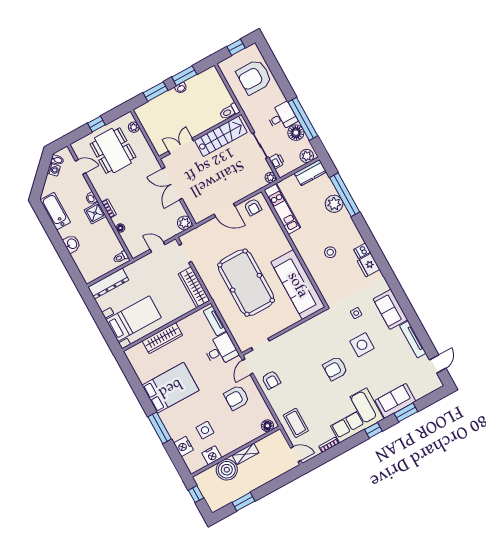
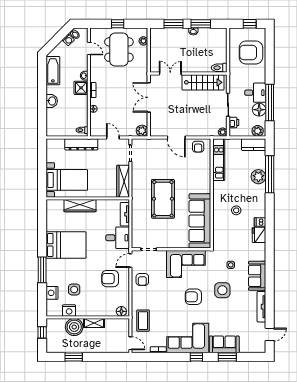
dresser: (108, 283) -> (81, 144), moved
pool table: (246, 283) -> (163, 199), width x0.73, depth x0.76
corner sofa: (308, 338) -> (186, 264), added

